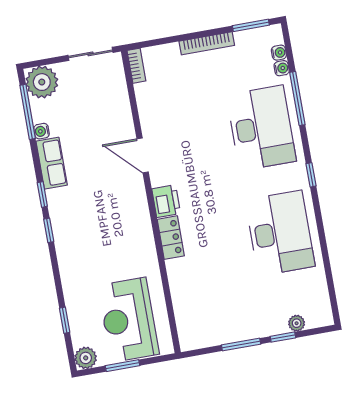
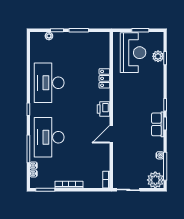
door: (143, 155) -> (111, 134), swing flipped
row of seats: (52, 163) -> (158, 124), moved
locker: (171, 238) -> (104, 78), moved
plant: (86, 358) -> (158, 56), moved

